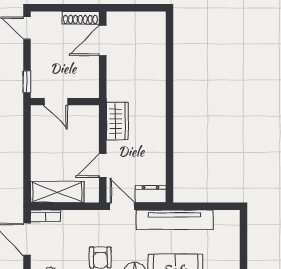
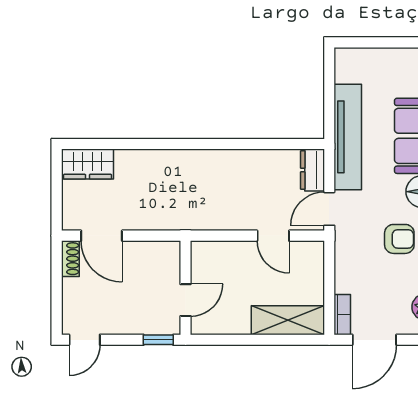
shoe rack: (80, 18) -> (70, 259), width x0.70
wardrobe: (117, 121) -> (88, 164), moved, turned 180
shelving: (57, 192) -> (288, 320), moved, turned 90

